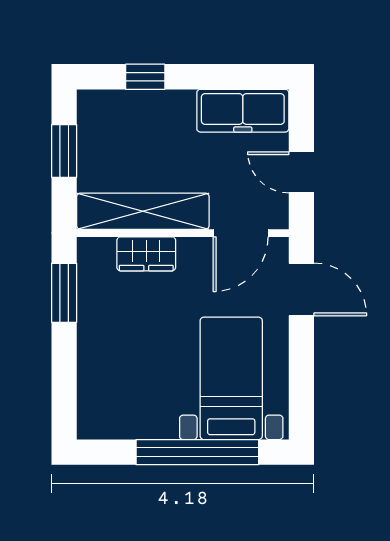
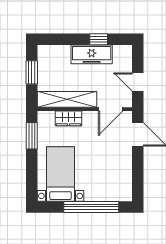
window: (145, 77) -> (99, 39), moved
freezer: (243, 111) -> (92, 54), moved
bed with nightstands: (231, 378) -> (61, 174), moved

